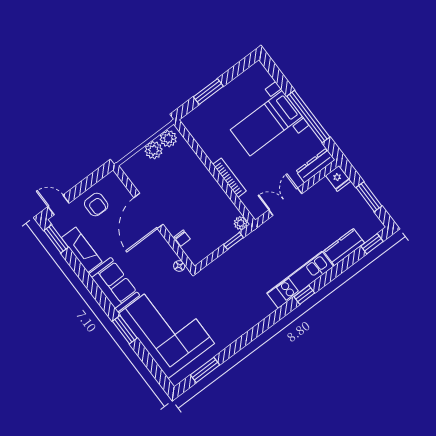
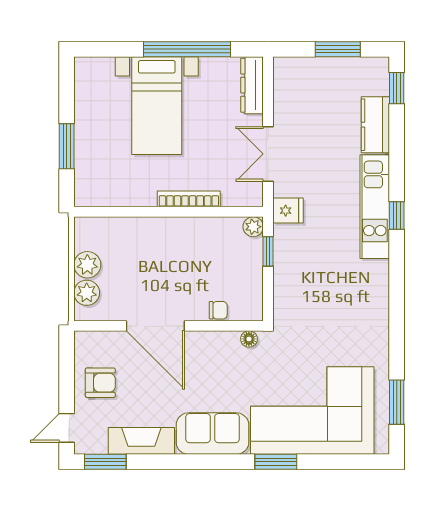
plant: (168, 139) -> (87, 293), moved
fridge: (338, 178) -> (288, 211), moved

